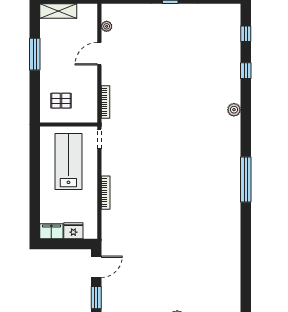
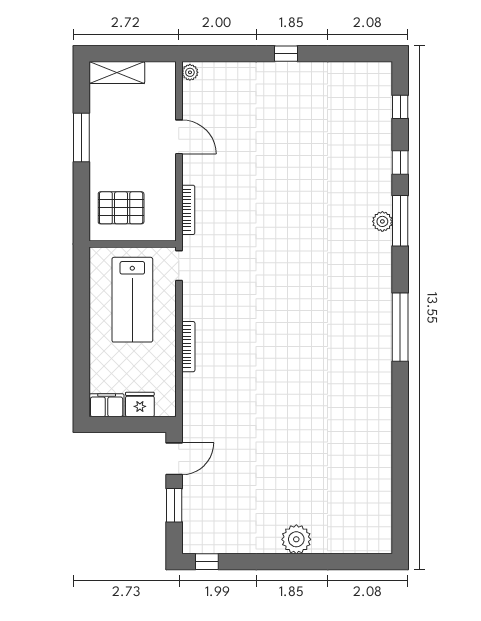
plant: (107, 26) -> (190, 72), moved
door: (99, 54) -> (179, 137), swing flipped
pallet: (61, 101) -> (121, 208), width x1.50, depth x1.42
window: (246, 109) -> (400, 221), added
lab bench: (68, 161) -> (132, 300), turned 180

